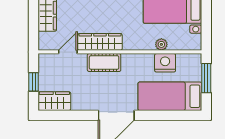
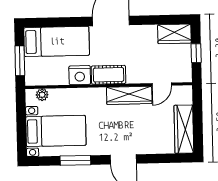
plant: (161, 44) -> (42, 95), moved
cot: (104, 63) -> (109, 75), moved
nightstand: (165, 63) -> (80, 75), moved

